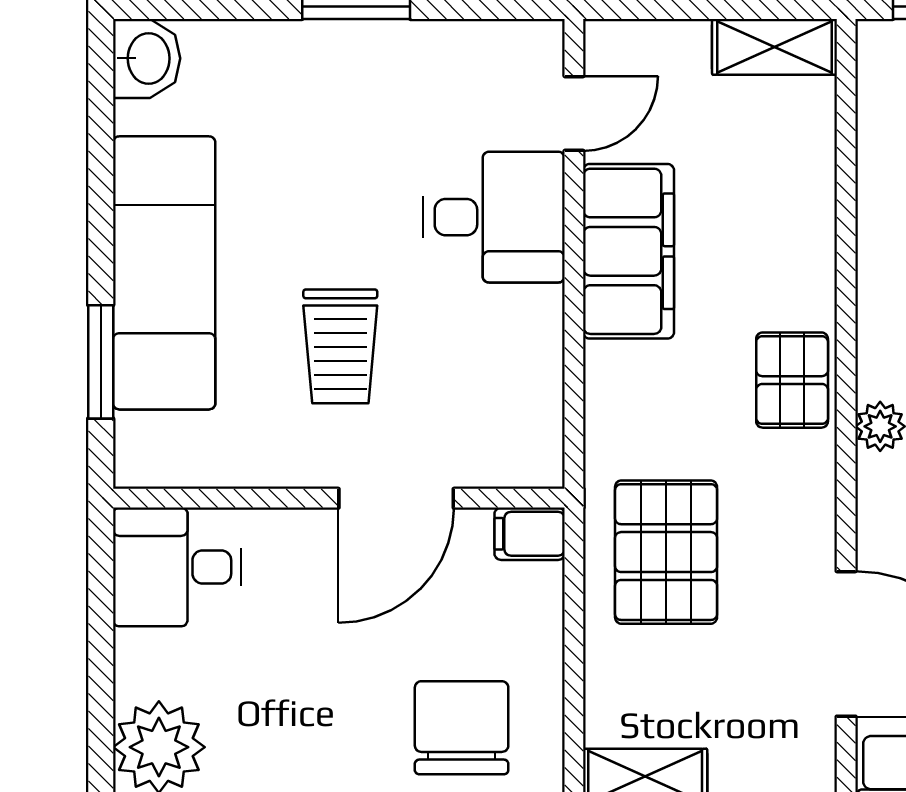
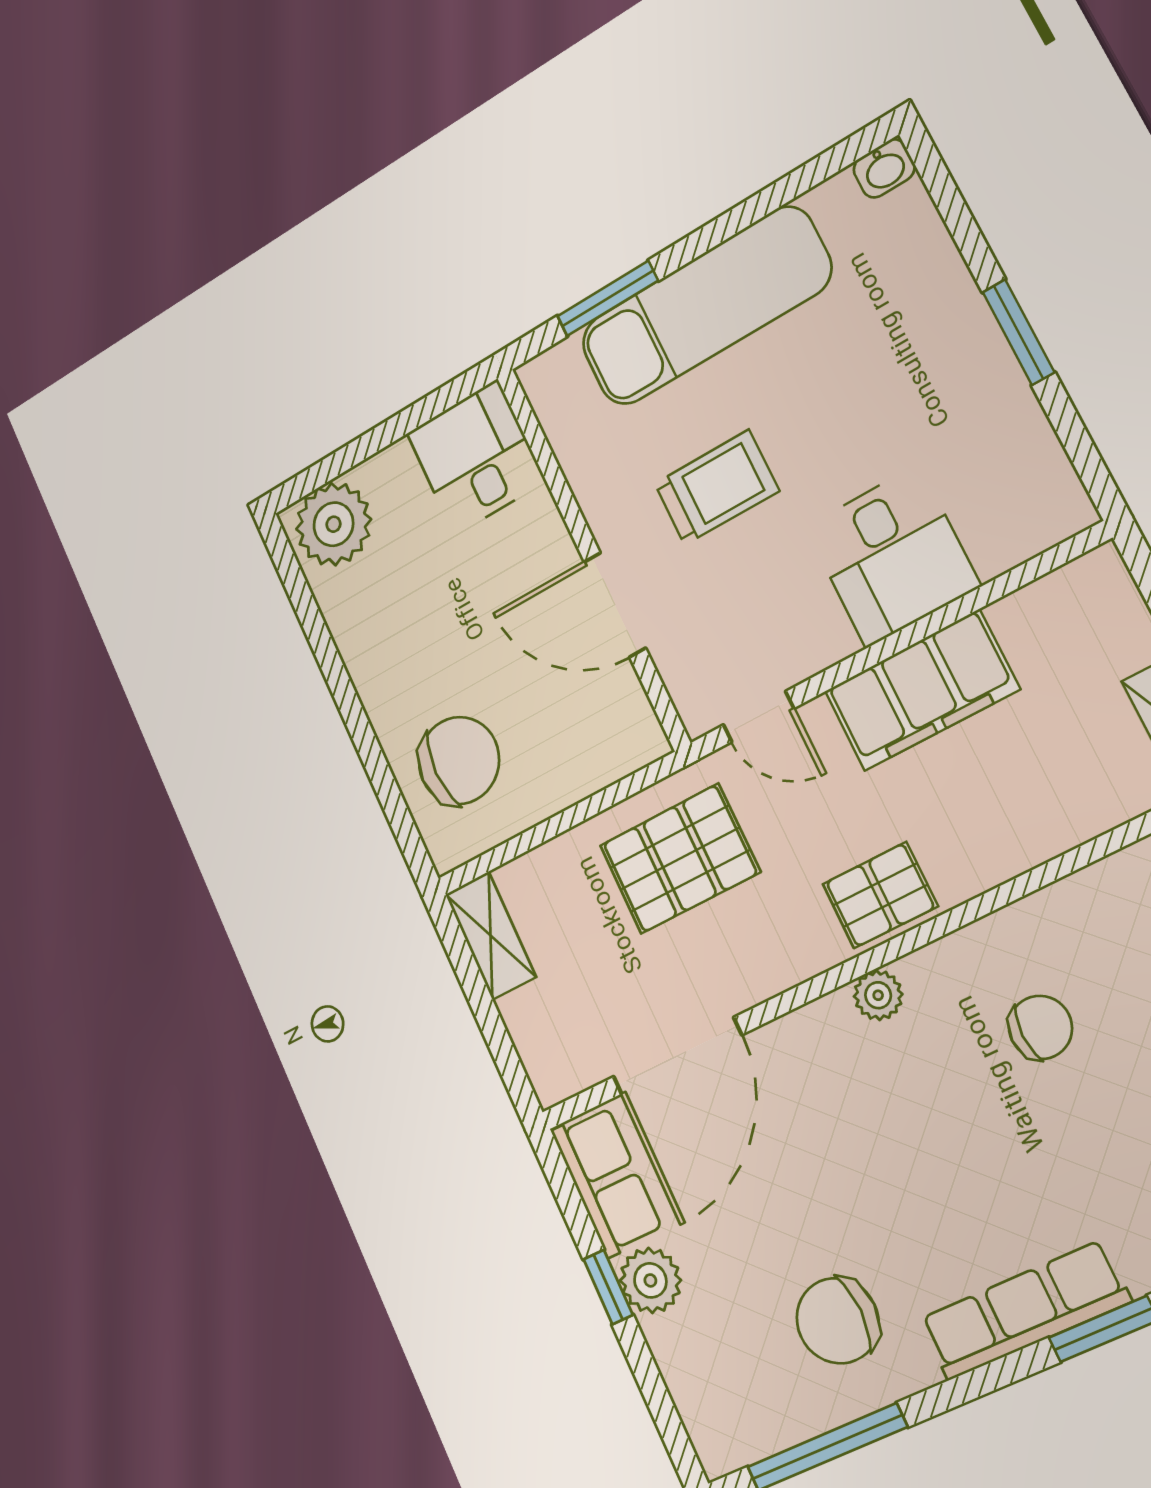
washbasin: (147, 58) -> (884, 168), width x0.72, depth x0.69
door: (574, 113) -> (759, 717), moved
trolley: (340, 346) -> (717, 487), turned 180
filing cabinet: (530, 534) -> (639, 733), removed

